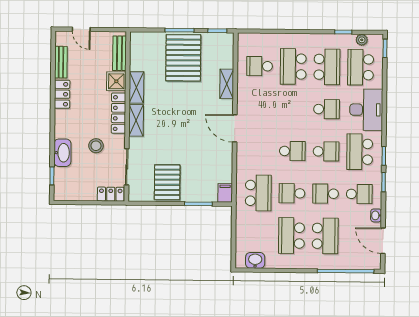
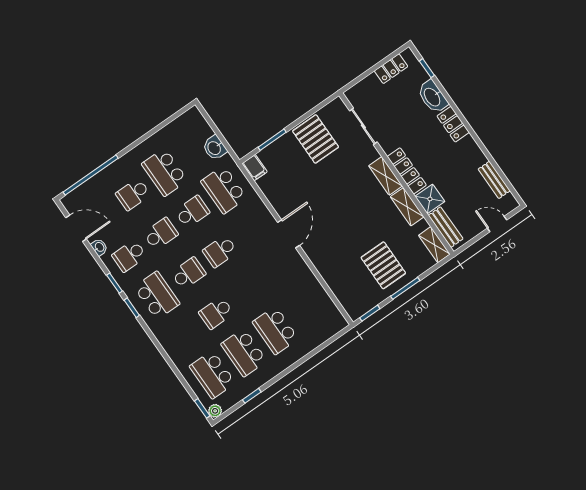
plant: (362, 40) -> (215, 411), moved
pallet: (183, 58) -> (383, 265), width x0.73, depth x0.71
school desk: (260, 66) -> (307, 308), removed
school desk: (293, 67) -> (275, 330), turned 180
school desk: (361, 67) -> (212, 375), turned 180
shelving: (227, 84) -> (434, 245), moved
locker: (62, 94) -> (453, 124), moved
desk: (366, 110) -> (179, 339), removed
door: (235, 128) -> (289, 234), hinge flipped
stool: (96, 146) -> (406, 126), removed
school desk: (326, 151) -> (188, 273), turned 180
locker: (111, 194) -> (391, 69), moved
school desk: (291, 236) -> (165, 172), turned 180
school desk: (325, 236) -> (133, 194), width x0.54
washbasin: (255, 260) -> (215, 148), moved, turned 90

